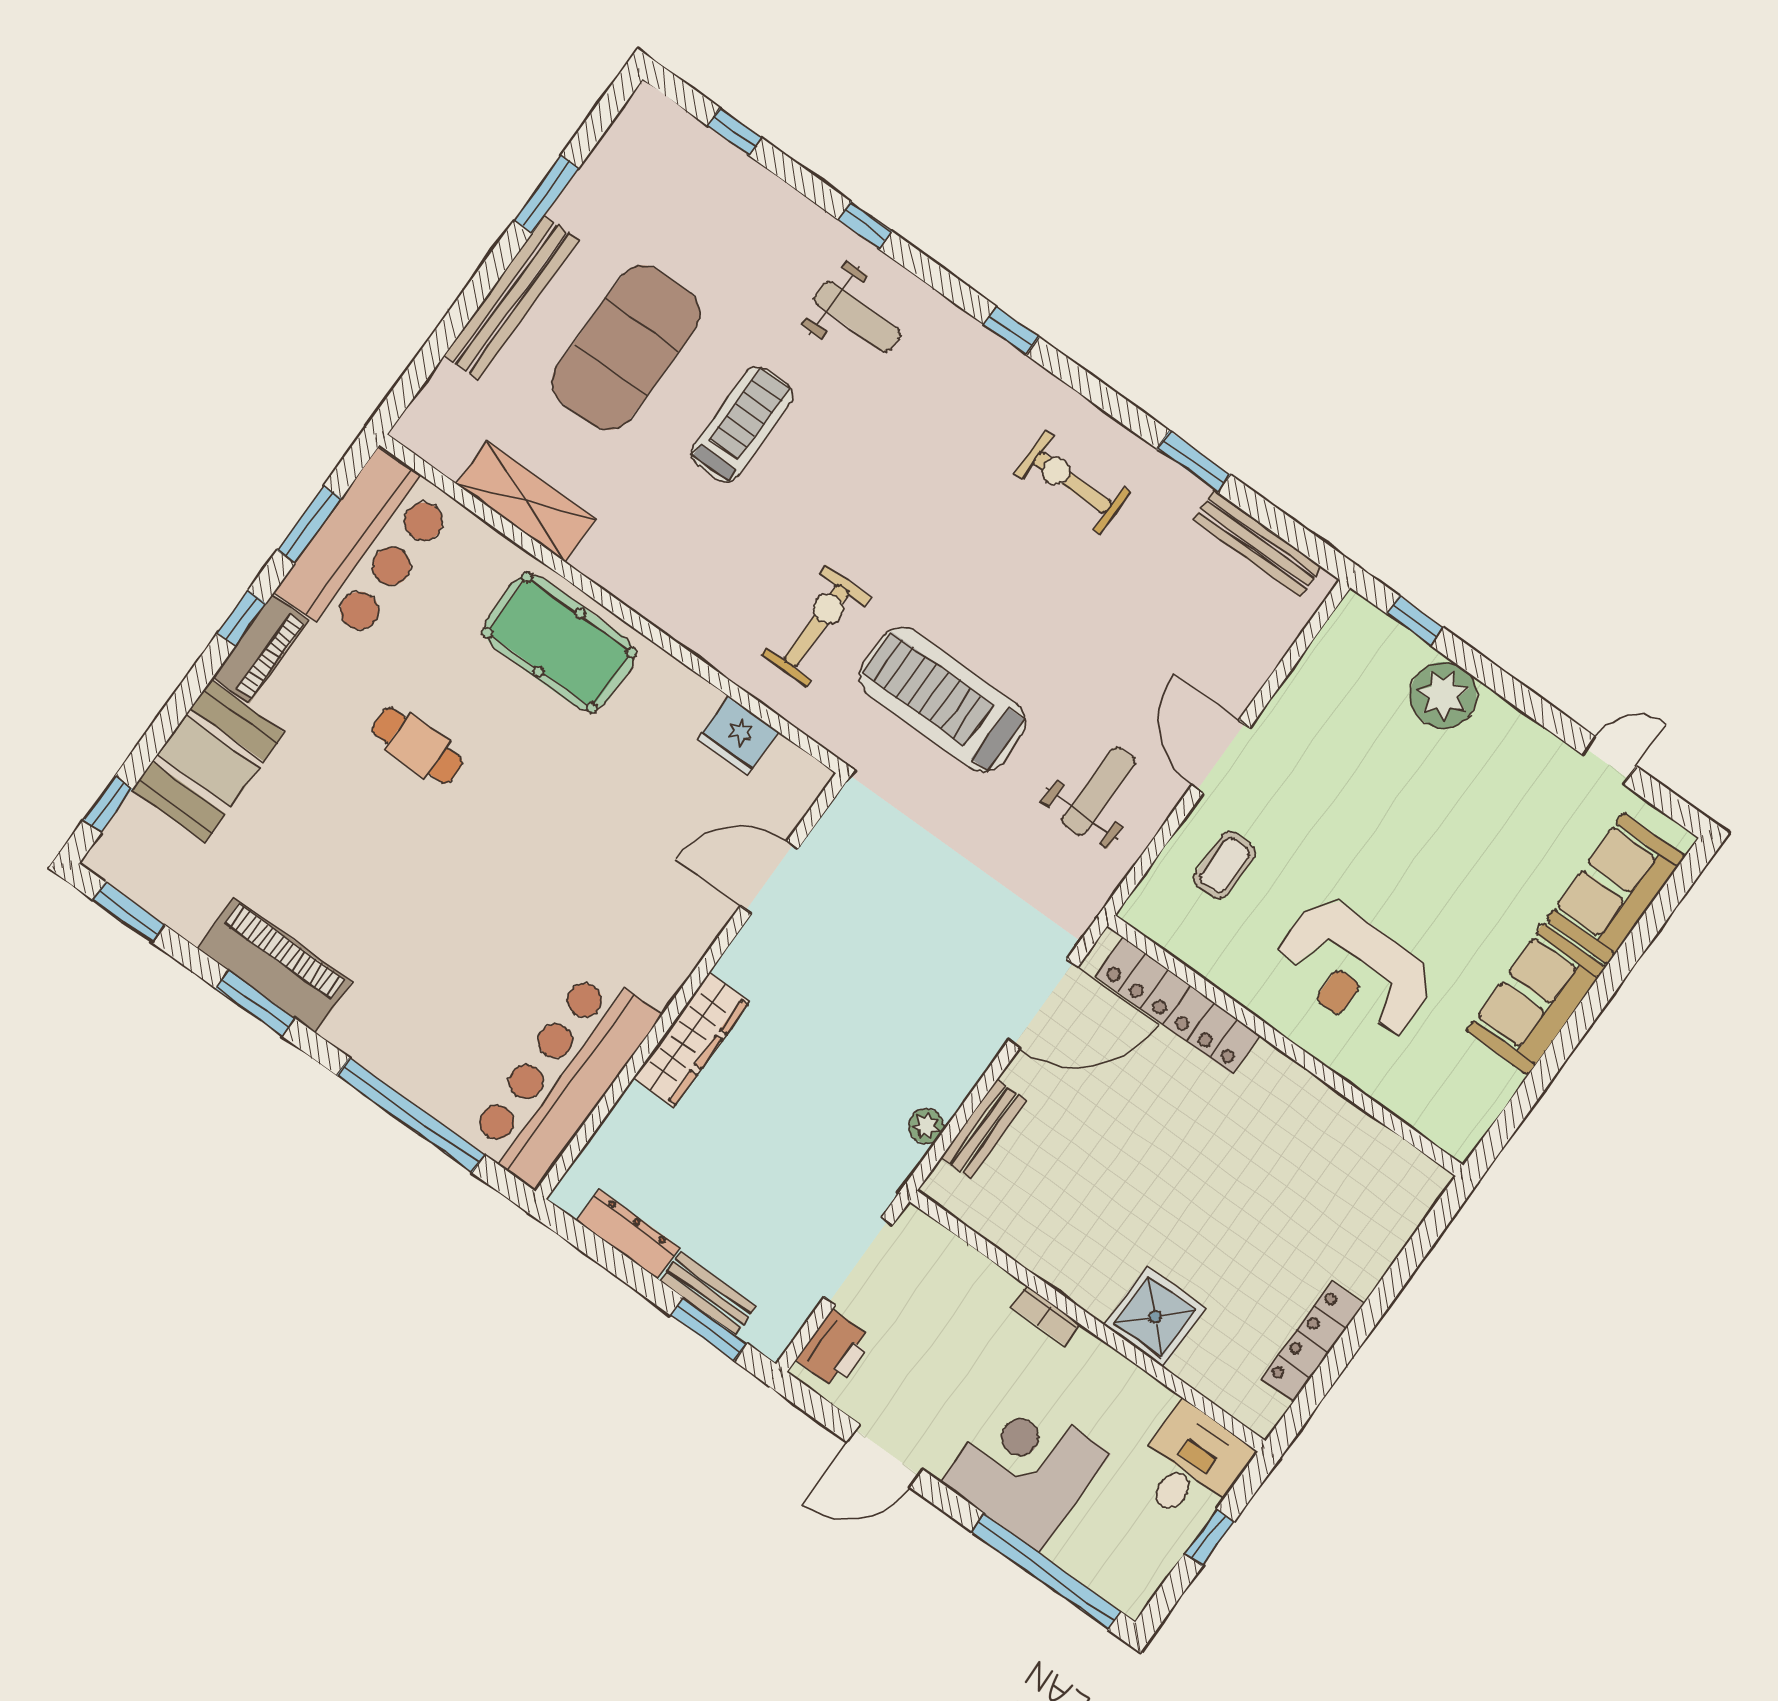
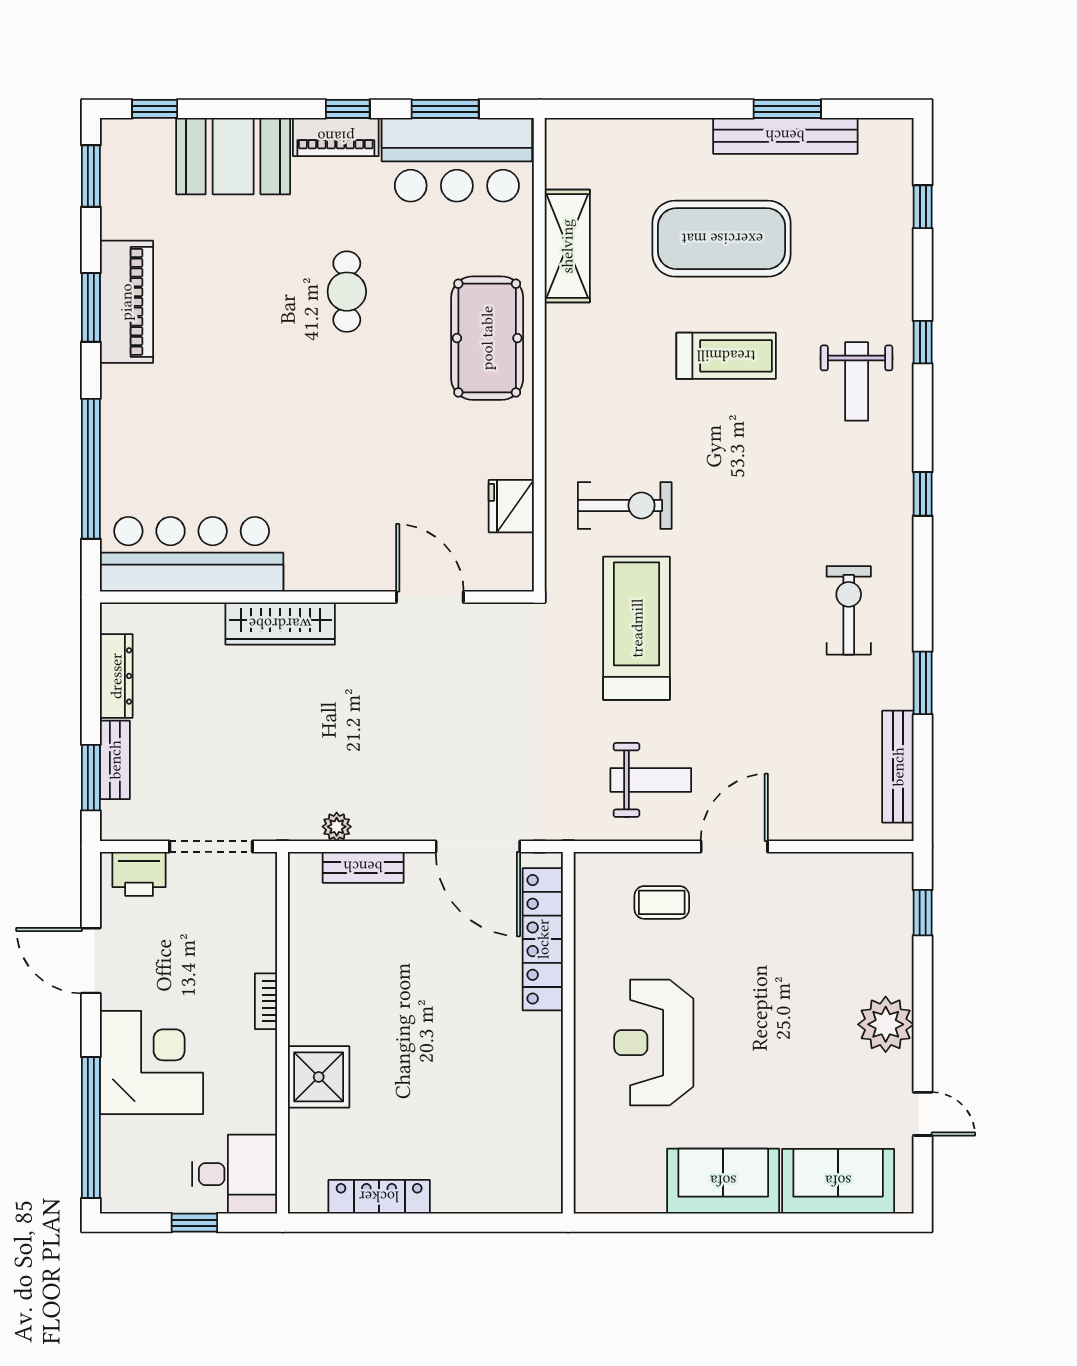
bench: (511, 298) -> (785, 136), moved
plant: (1443, 695) -> (886, 1024), moved

